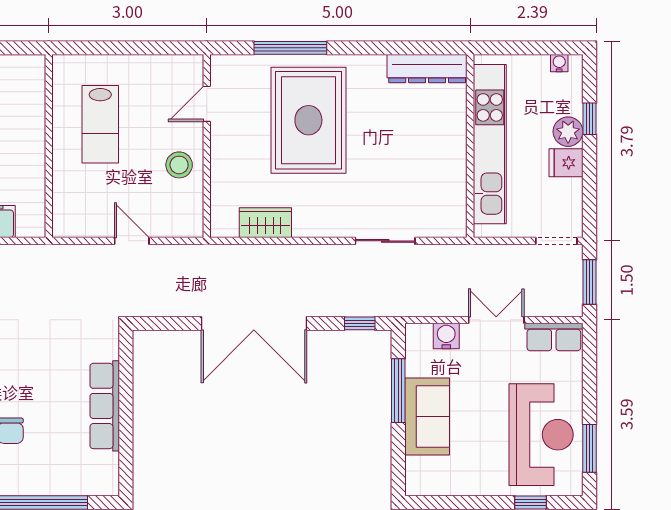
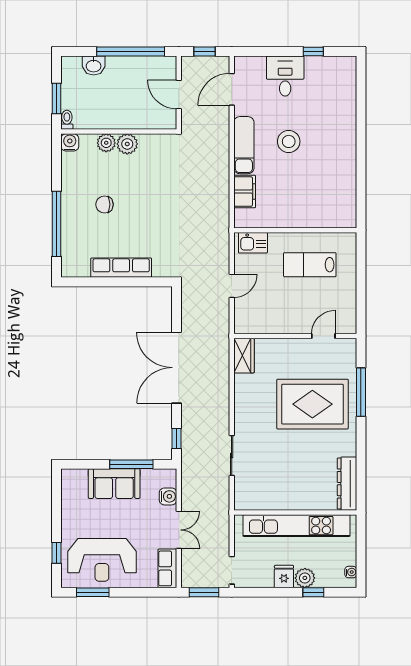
door: (207, 104) -> (323, 336), hinge flipped
stool: (179, 165) -> (283, 317), removed
kitchen sink: (67, 209) -> (253, 243), added
wardrobe: (265, 223) -> (244, 356), moved

